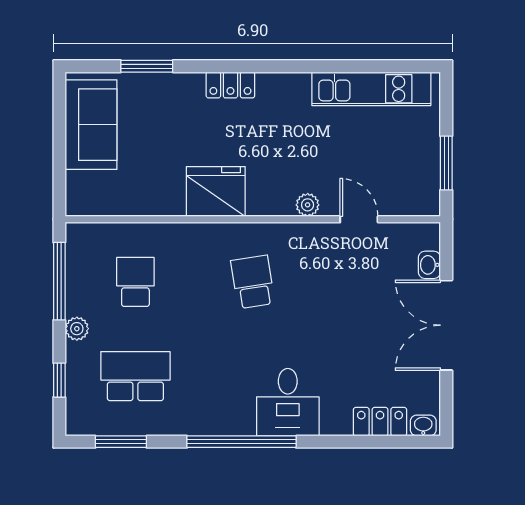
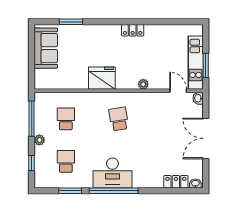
locker: (230, 85) -> (133, 30), moved
kitchen unit: (371, 89) -> (196, 63), moved, turned 90
door: (359, 219) -> (178, 91), moved
washbasin: (429, 265) -> (198, 98), moved
school desk: (135, 376) -> (66, 161), width x0.54
desk: (288, 402) -> (112, 173), moved, width x1.37
window: (121, 442) -> (70, 191), moved

